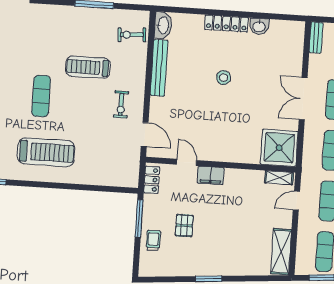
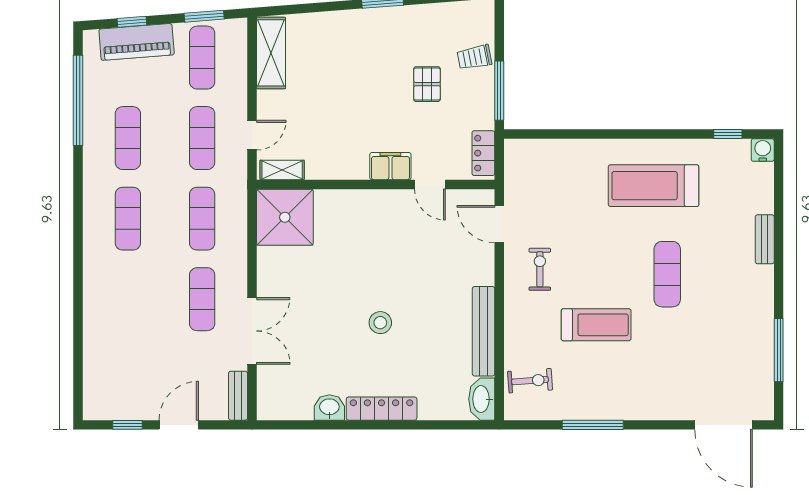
double door: (303, 99) -> (252, 331), moved
trolley: (153, 240) -> (474, 57), turned 79

